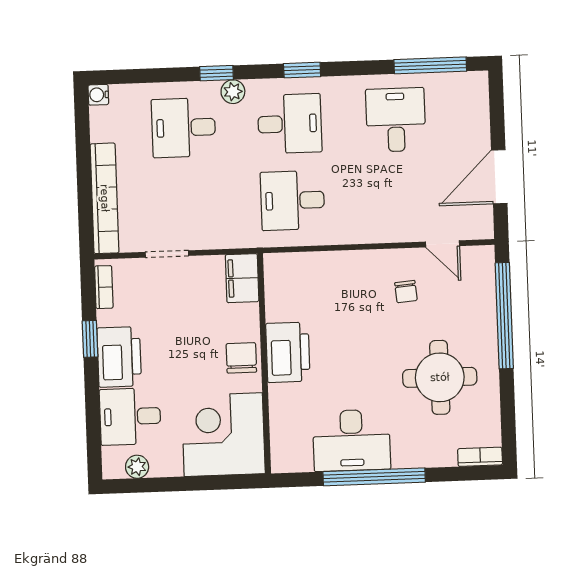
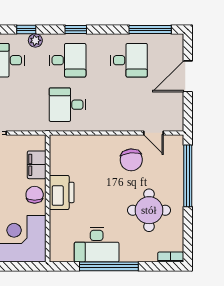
desk: (396, 120) -> (129, 60), turned 90
door: (499, 177) -> (188, 76), moved
filing cabinet: (242, 278) -> (37, 165), moved
chair: (406, 292) -> (131, 160), width x1.87, depth x1.87

